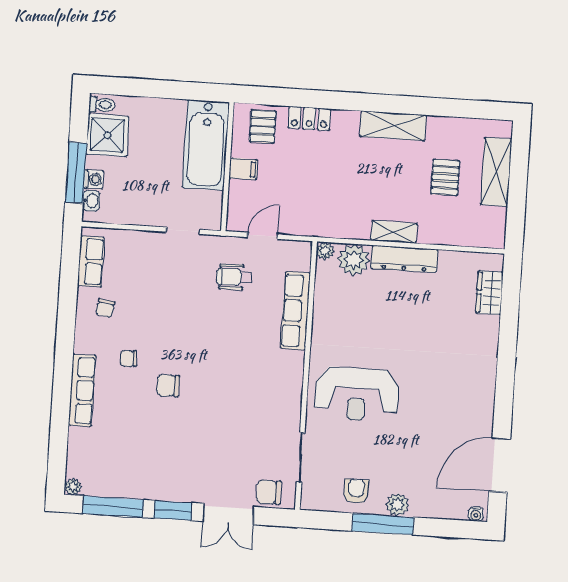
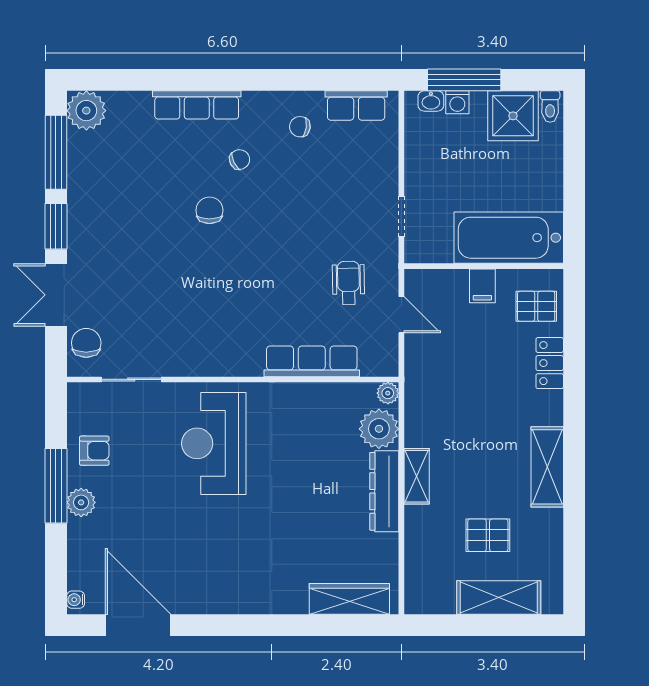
wardrobe: (489, 293) -> (349, 599), width x1.50
chair: (129, 359) -> (240, 160), turned 68
plant: (73, 487) -> (86, 111), width x1.88, depth x1.88

